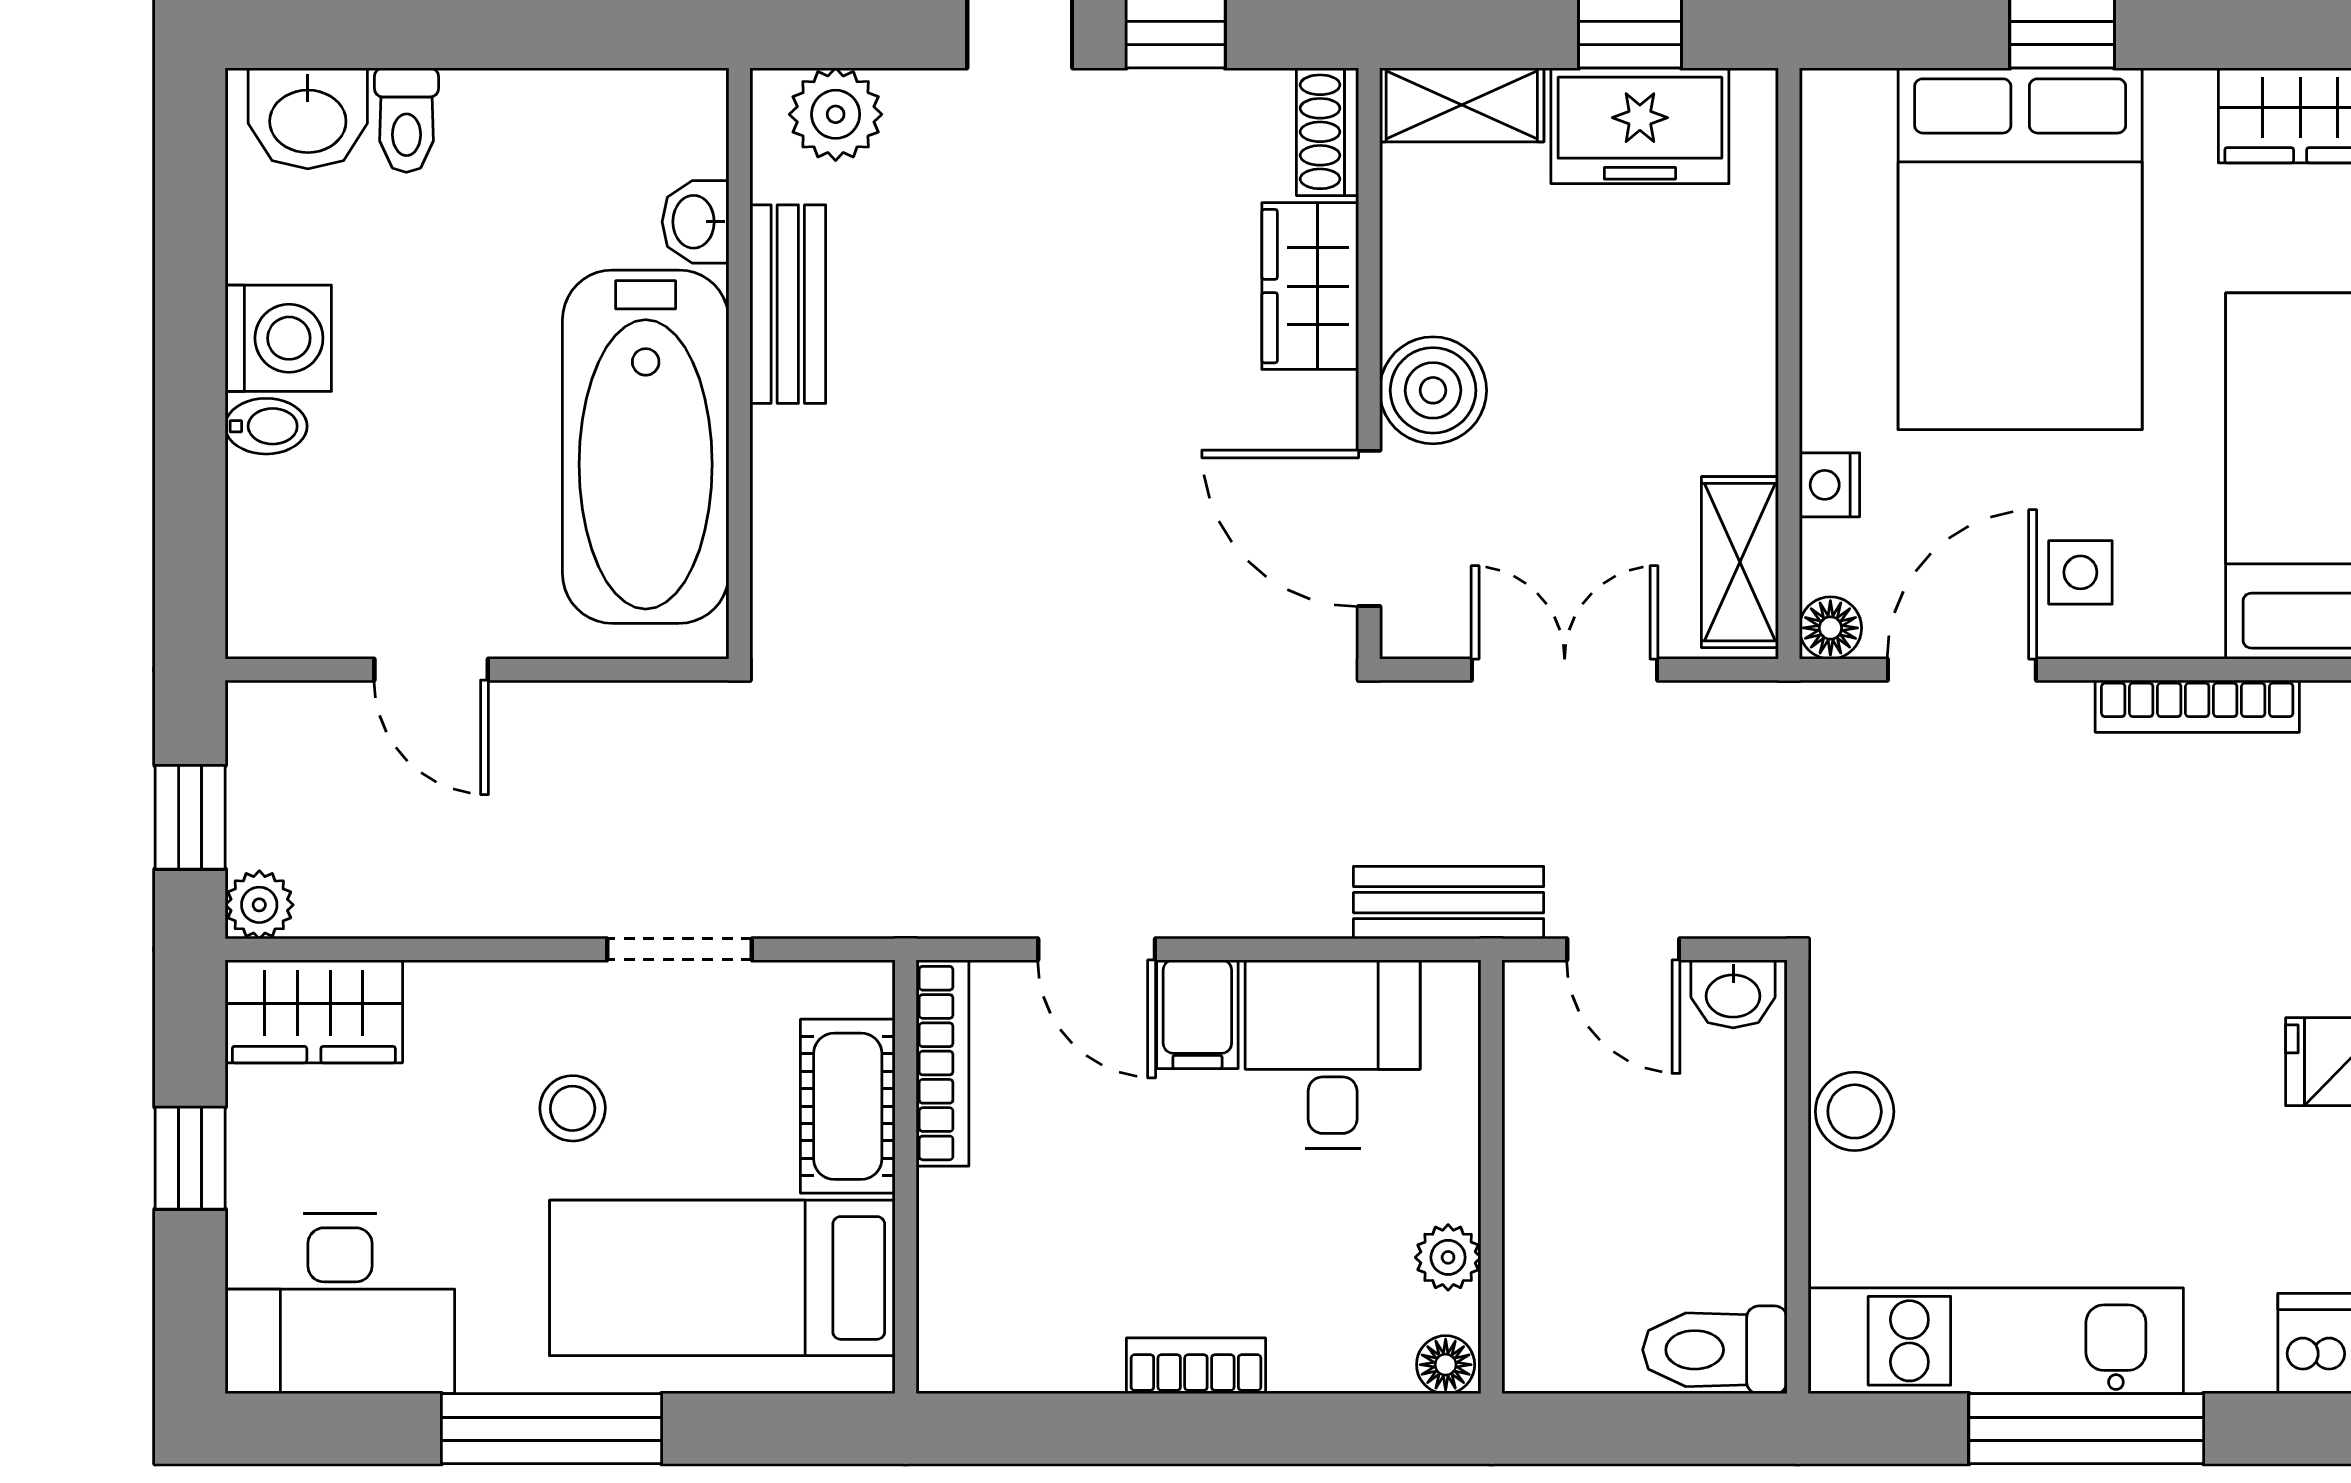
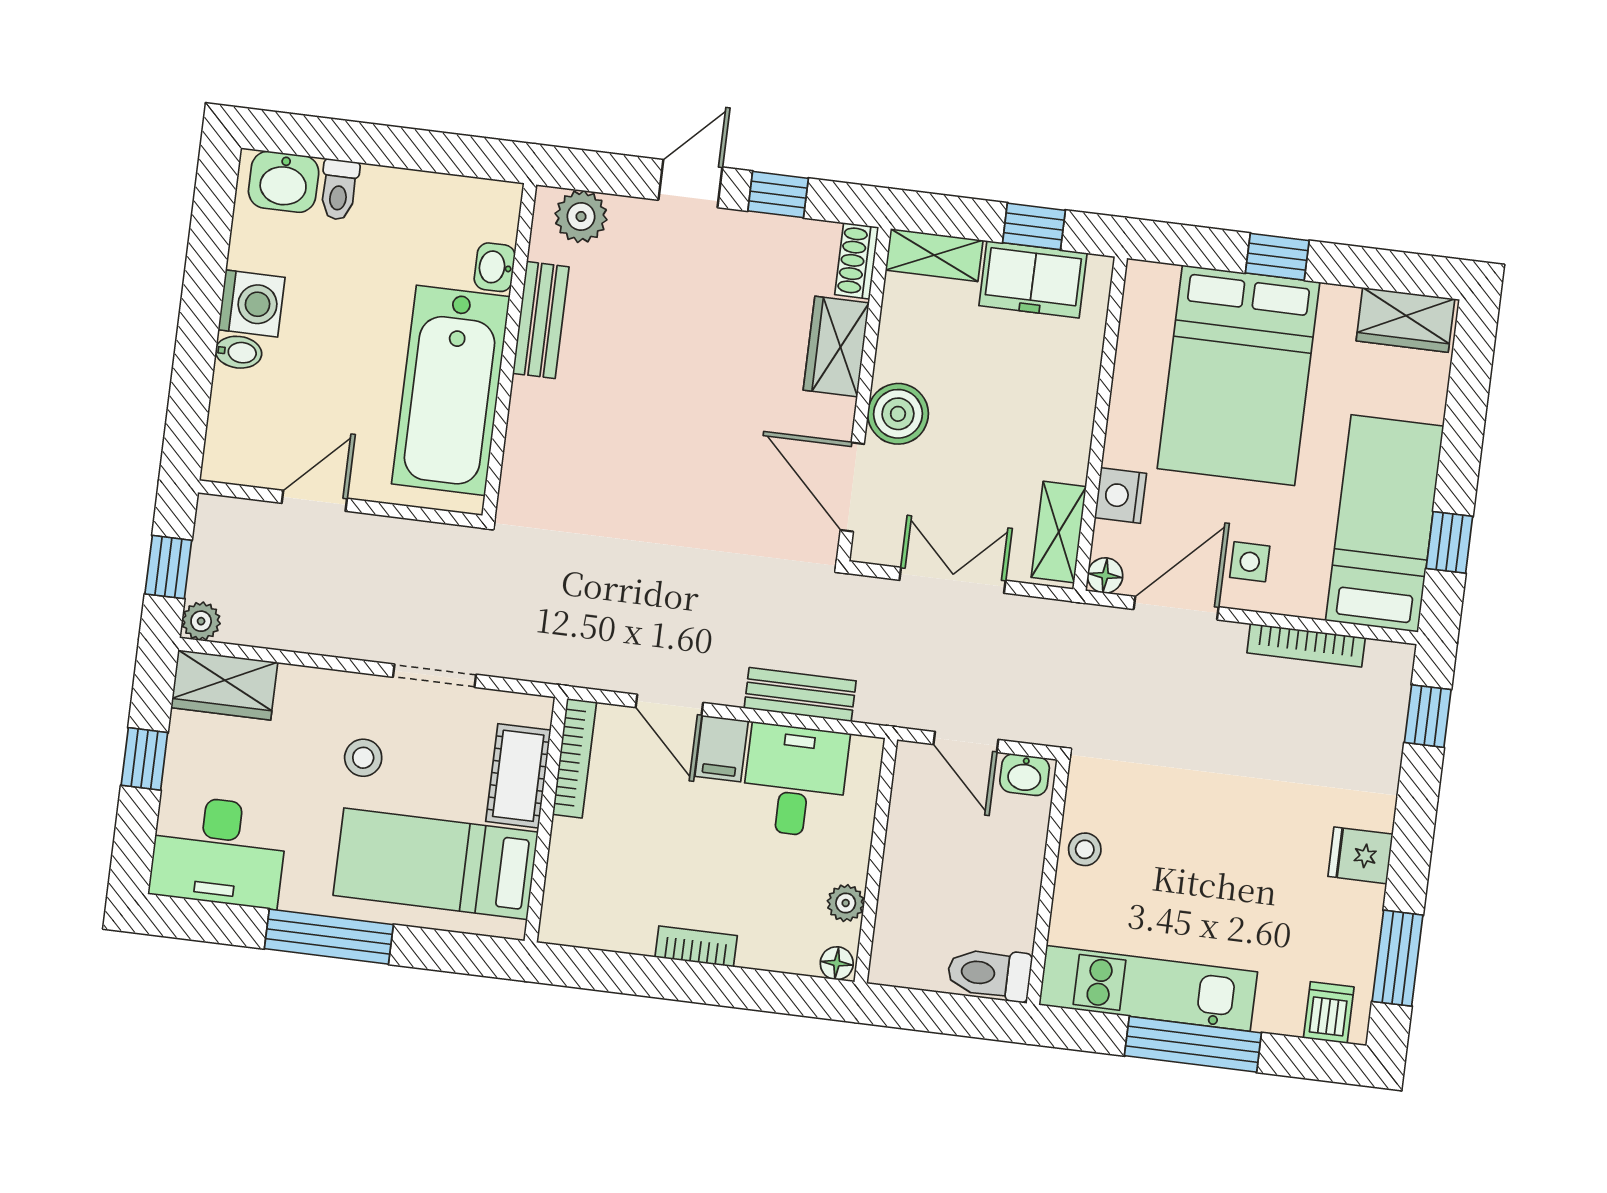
nightstand: (1830, 485) -> (1121, 496), width x1.39, depth x1.35
door: (431, 670) -> (314, 501), swing flipped
bench: (1449, 903) -> (800, 695), moved
stool: (1855, 1111) -> (1085, 849), width x0.73, depth x0.73

